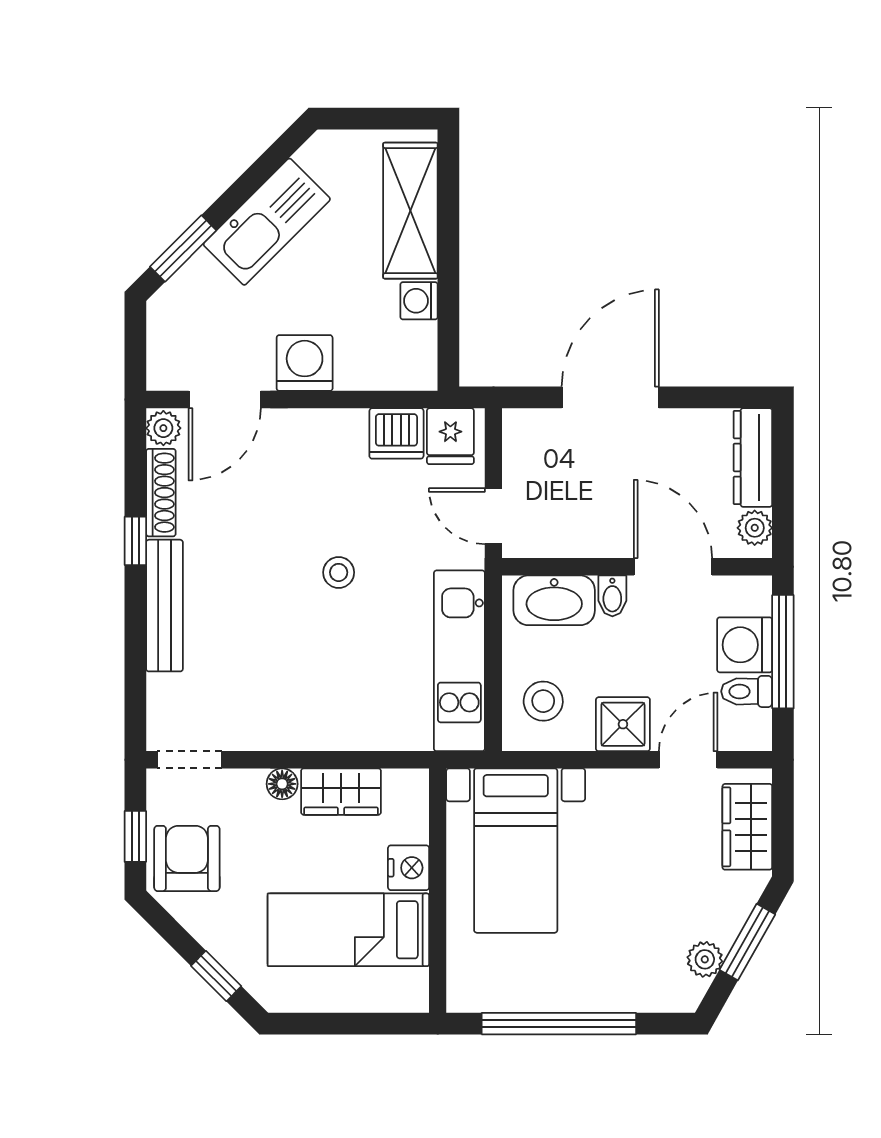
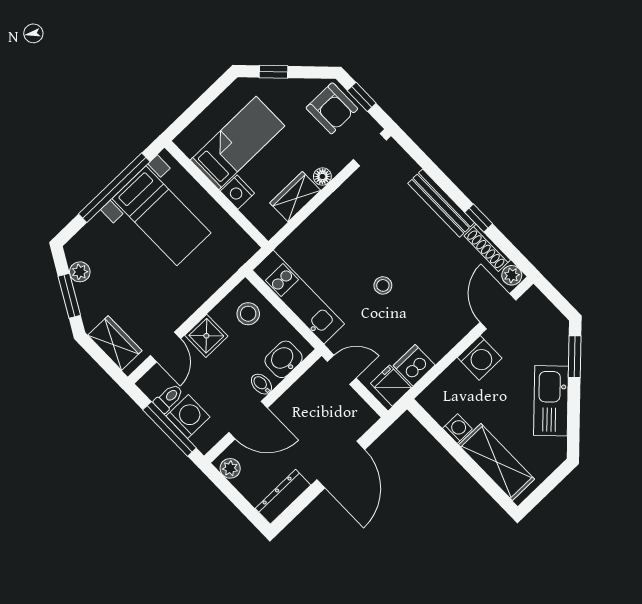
dresser: (753, 458) -> (283, 497), moved, turned -90
washbasin: (554, 600) -> (284, 359), width x0.72
bed with nightstands: (516, 851) -> (161, 216), moved, turned 180

